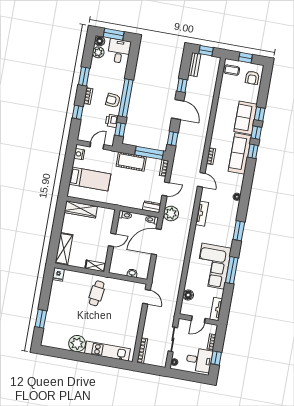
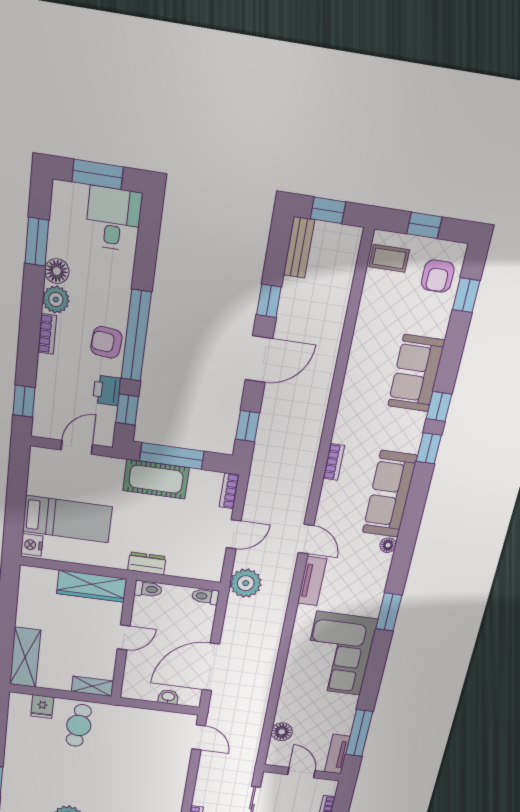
floor lamp: (100, 41) -> (57, 271), moved
plant: (98, 52) -> (56, 300), moved
window: (84, 76) -> (37, 242), moved
door: (178, 110) -> (259, 359), hinge flipped
window: (78, 112) -> (24, 401), moved
window: (260, 114) -> (466, 295), moved
window: (149, 153) -> (172, 456), moved
sofa: (240, 153) -> (390, 494), moved
nightstand: (79, 154) -> (32, 545), moved
door: (201, 180) -> (306, 539), moved
dresser: (152, 207) -> (147, 563), moved
wardrobe: (81, 209) -> (92, 586), moved
door: (156, 242) -> (211, 667), moved
corner sofa: (213, 266) -> (339, 654), moved
window: (232, 270) -> (359, 733), moved
fridge: (58, 274) -> (42, 707), moved
cafe table: (97, 293) -> (79, 725), moved
door: (198, 319) -> (301, 773), swing flipped

